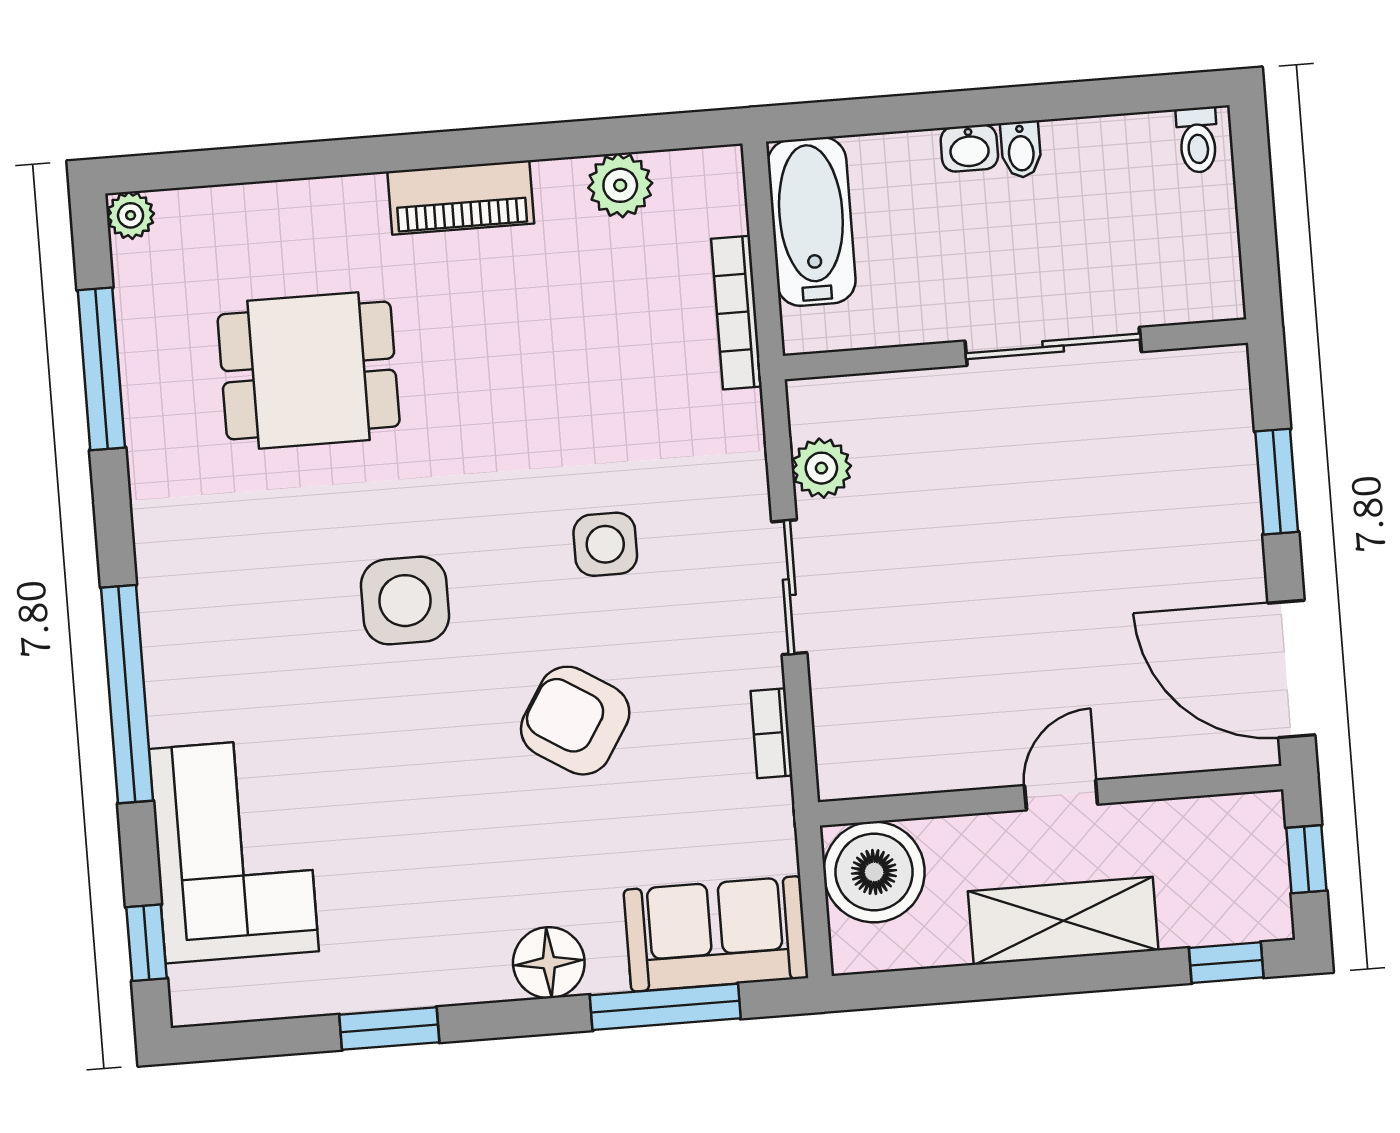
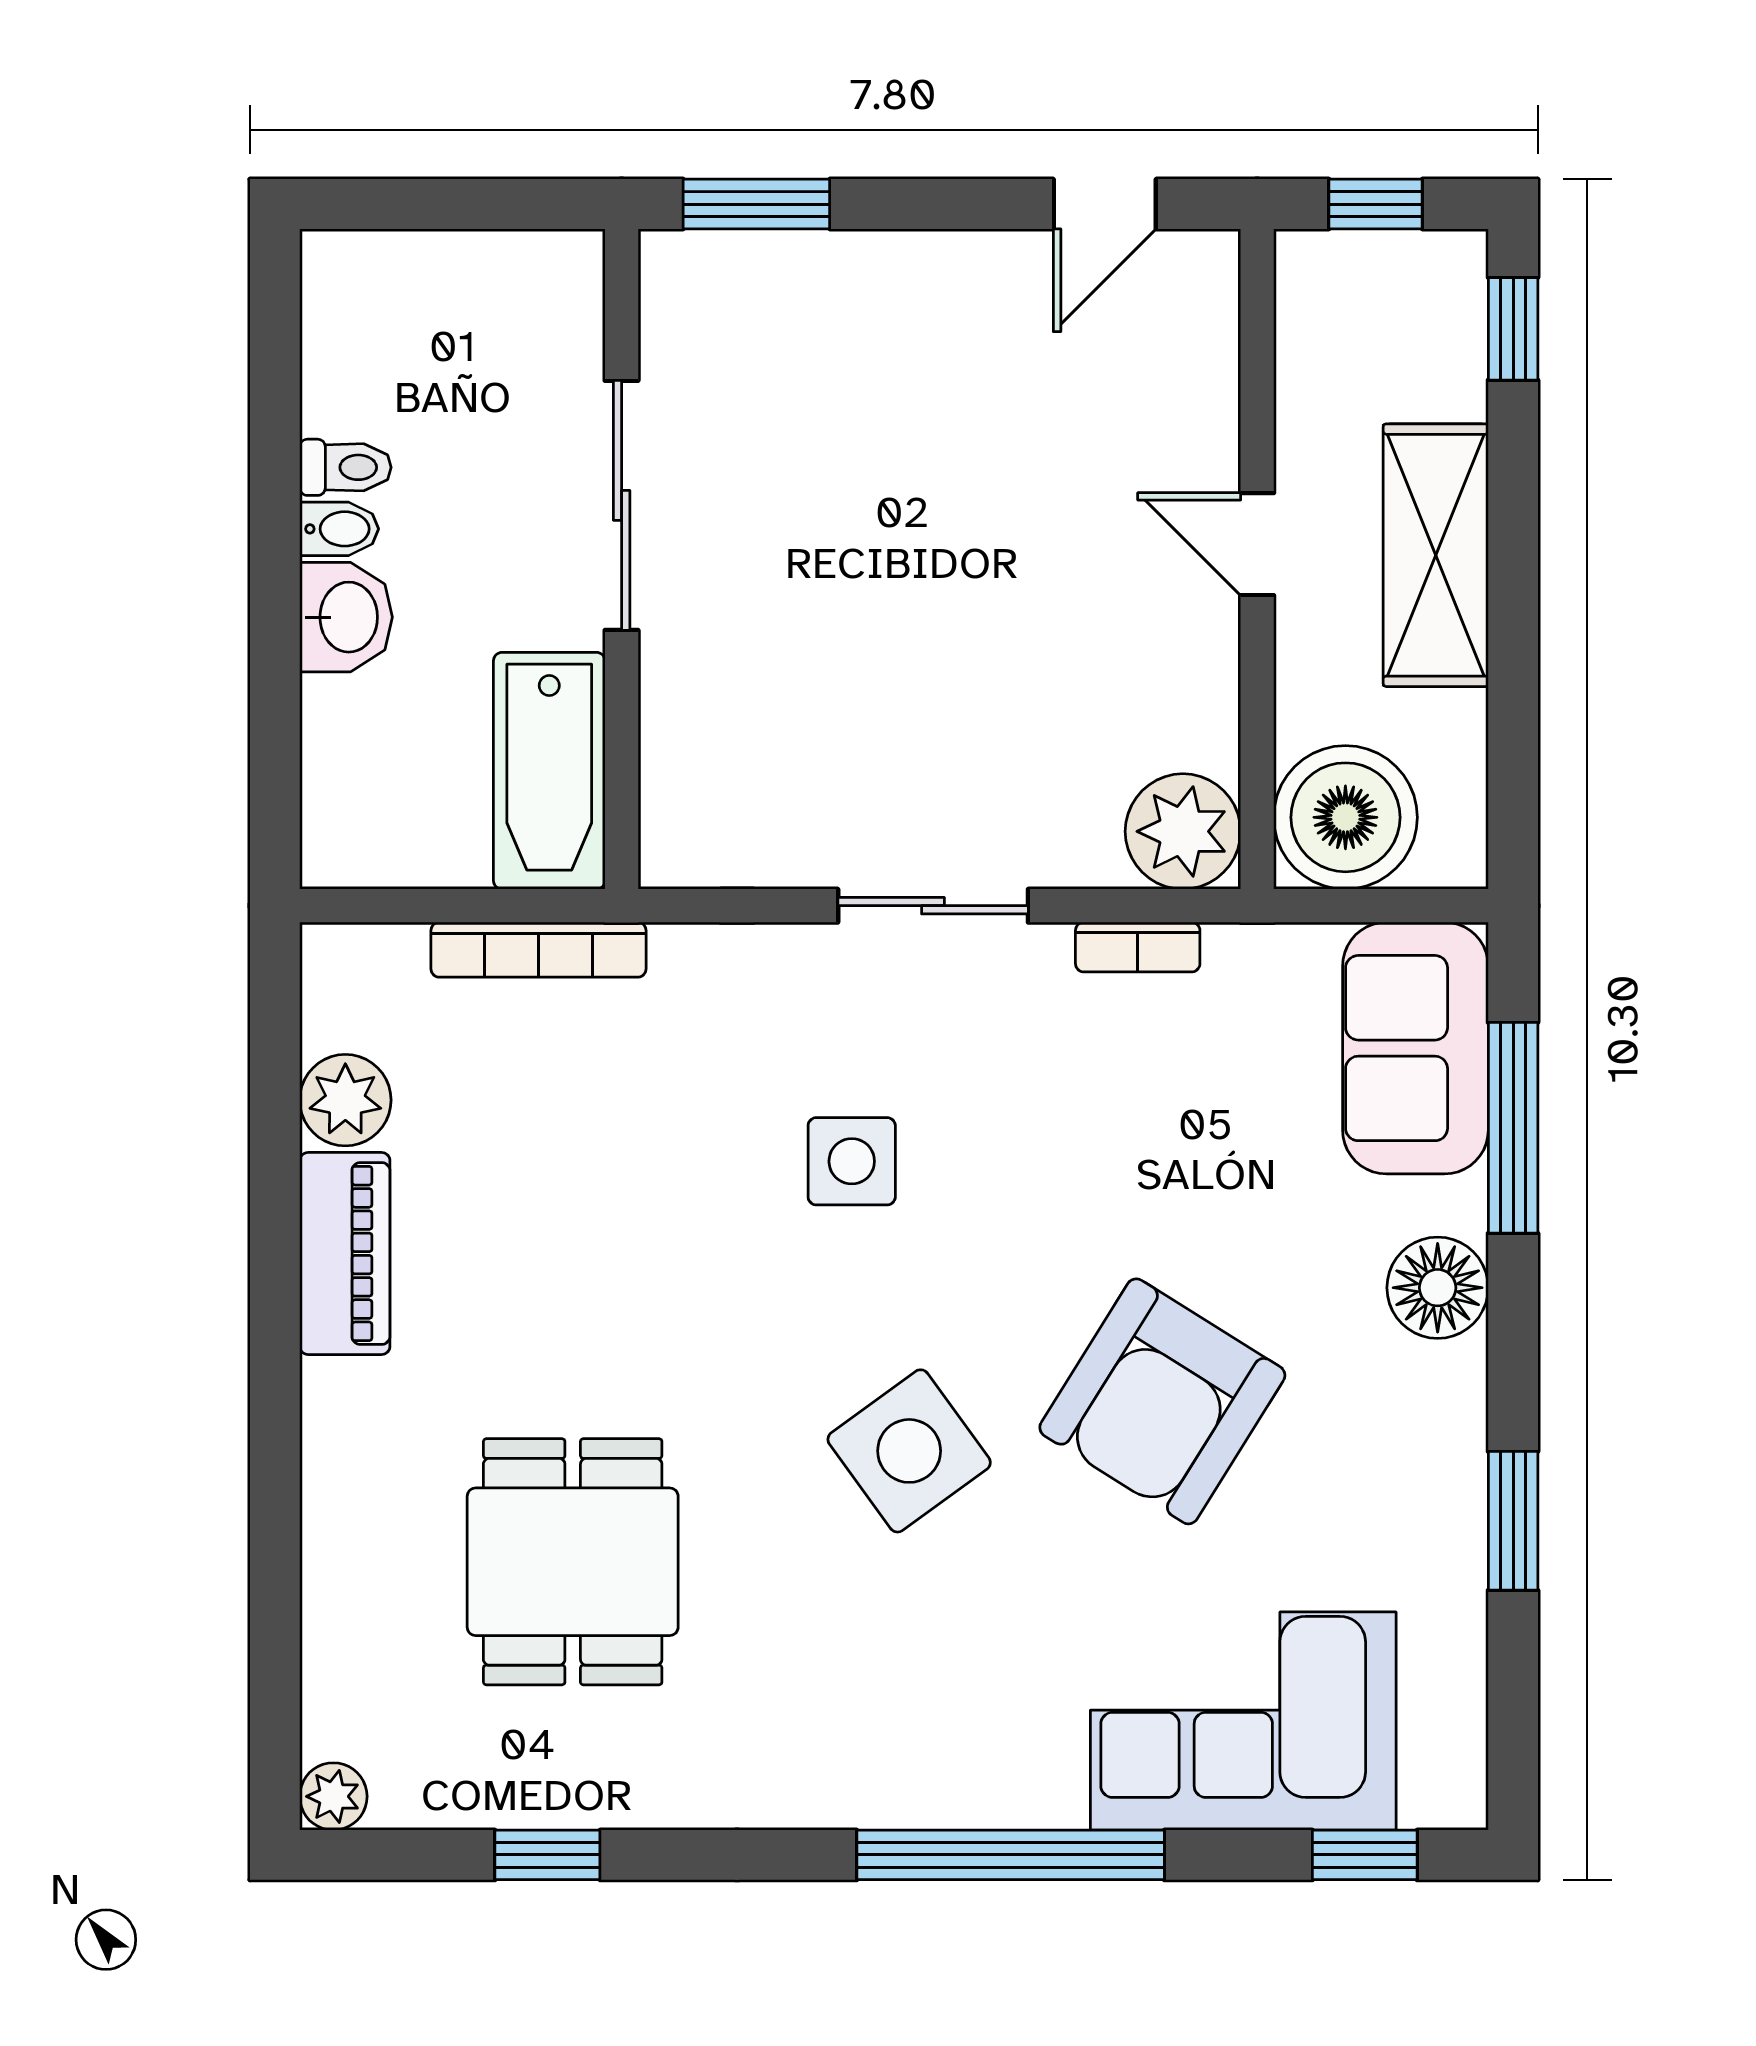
toilet: (1198, 140) -> (345, 467), moved
washbasin: (969, 148) -> (346, 617), width x1.38, depth x1.45
piano: (461, 197) -> (345, 1254), moved
bathtub: (812, 222) -> (549, 771), moved, turned -90
window: (101, 369) -> (547, 1855), width x0.46
plant: (821, 468) -> (1183, 831), moved, width x1.36, depth x1.36
window: (1277, 482) -> (756, 204), moved
side table: (405, 601) -> (909, 1451), turned -36
door: (1291, 669) -> (1105, 204), width x0.53
armchair: (575, 721) -> (1162, 1401), moved, width x1.36, depth x1.36

